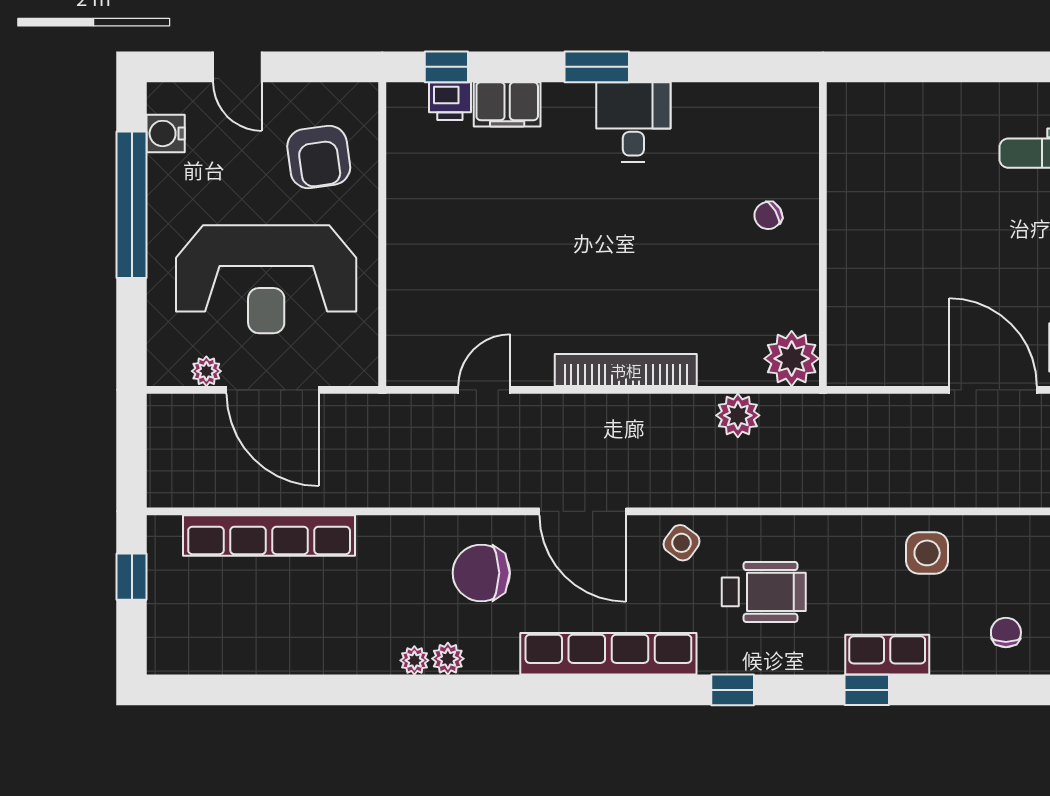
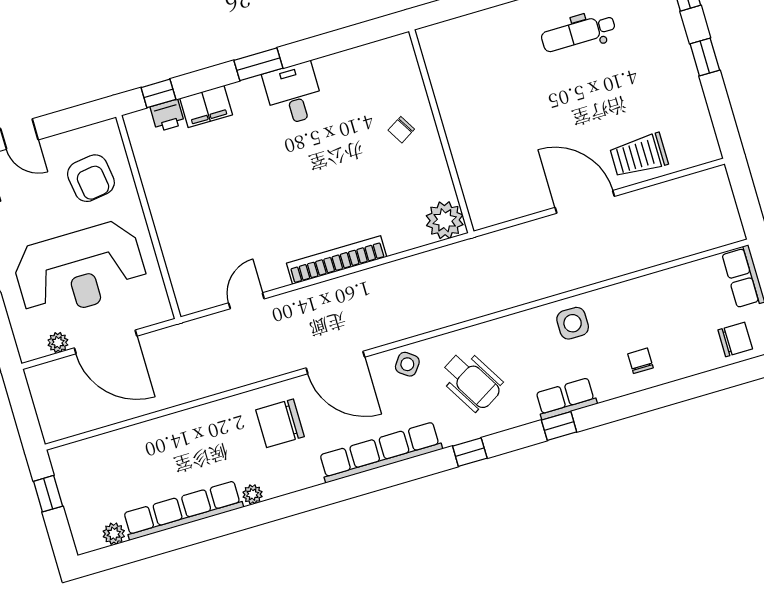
plant: (738, 415) -> (420, 269), removed
row of seats: (269, 536) -> (183, 510), moved, turned 180
wheelchair: (764, 592) -> (472, 381), turned 59
plant: (448, 659) -> (114, 534), moved

